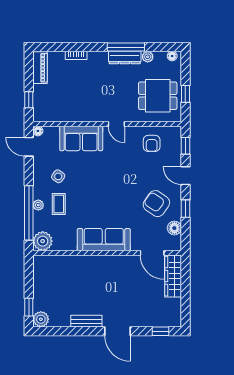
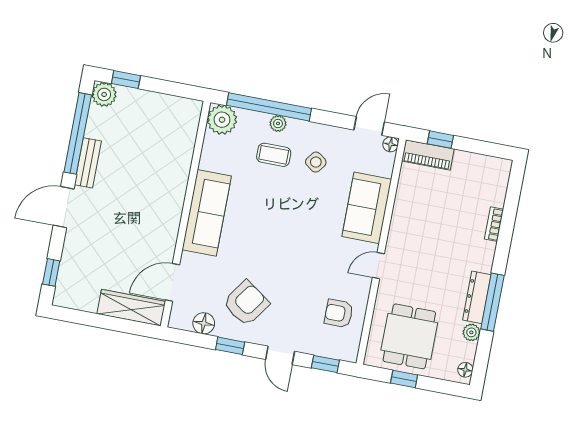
piano: (40, 68) -> (428, 155), moved
door: (185, 176) -> (280, 355), swing flipped
window: (69, 331) -> (78, 133), added

